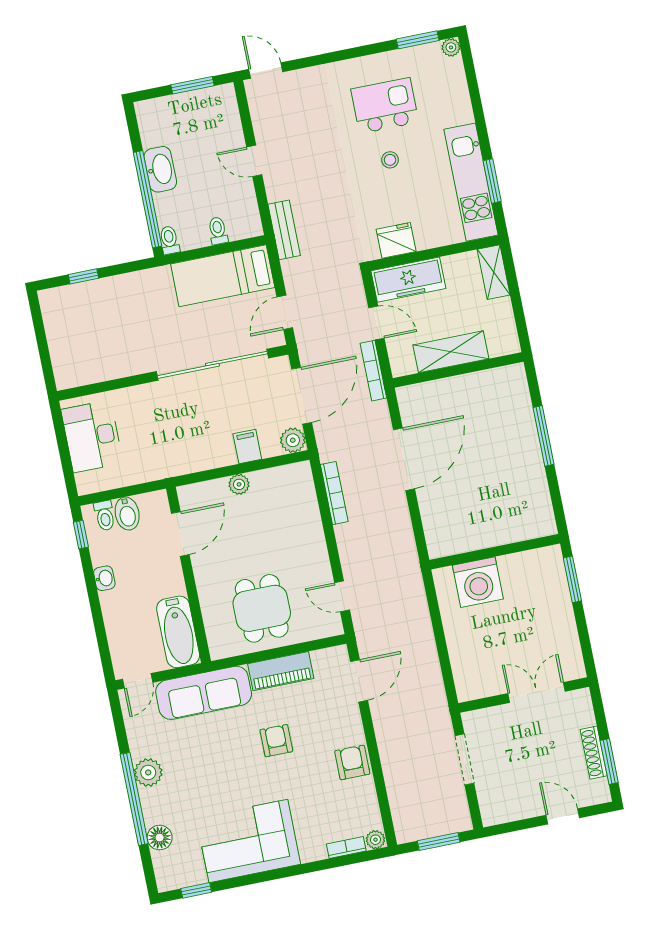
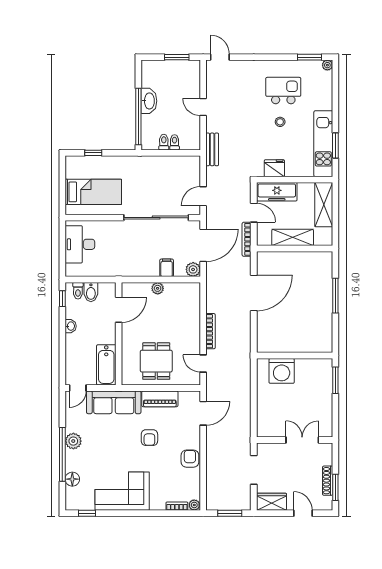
toilet: (169, 240) -> (164, 142), moved
shelving: (494, 272) -> (324, 205), width x1.50, depth x1.33
bed: (223, 276) -> (93, 192), moved, turned 180
bookcase: (334, 493) -> (210, 331), moved
armchair: (276, 741) -> (149, 438), turned 180
wardrobe: (505, 808) -> (271, 502), added

